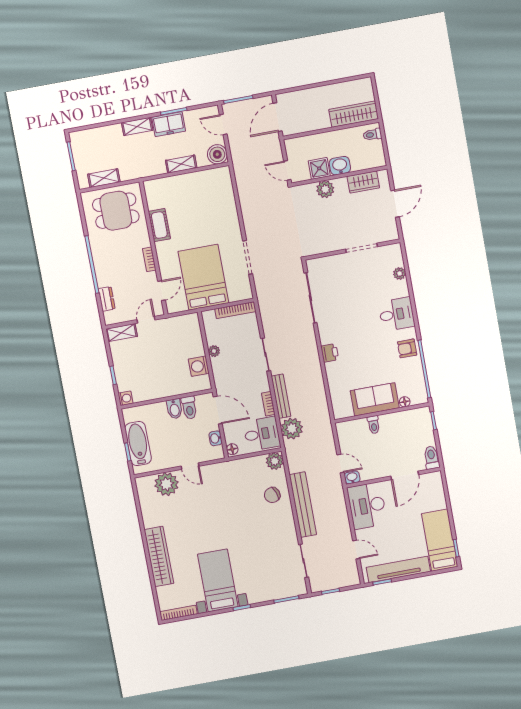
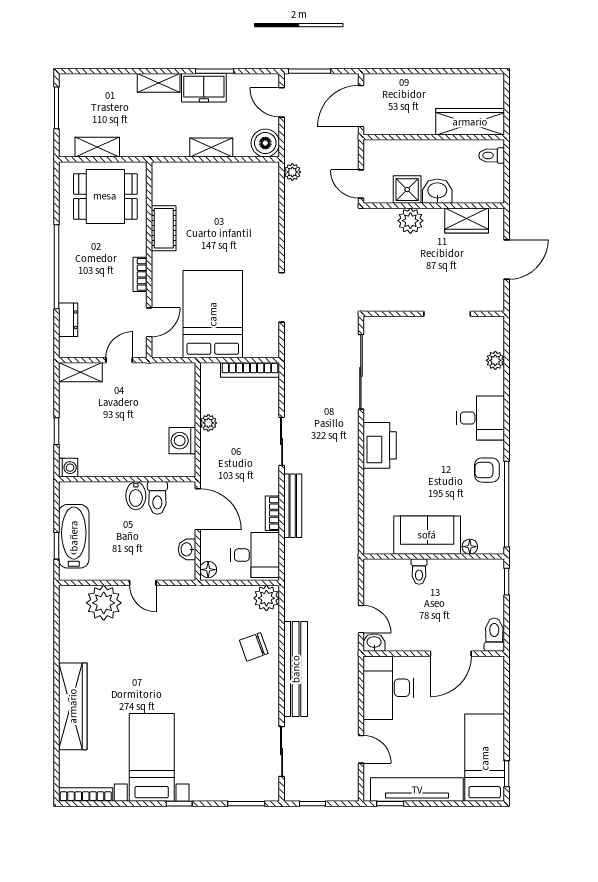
printer: (330, 353) -> (380, 445), width x1.87, depth x1.48
plant: (292, 429) -> (292, 172), moved, width x0.53, depth x0.53

